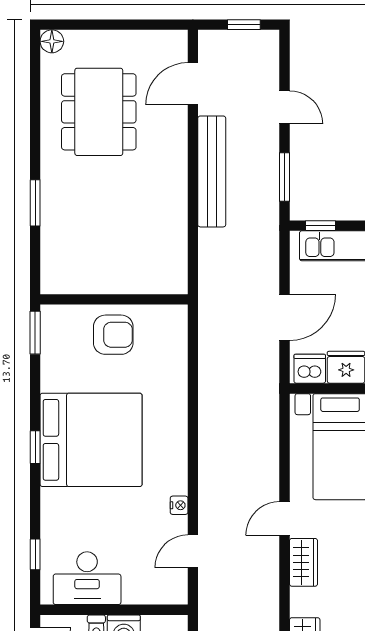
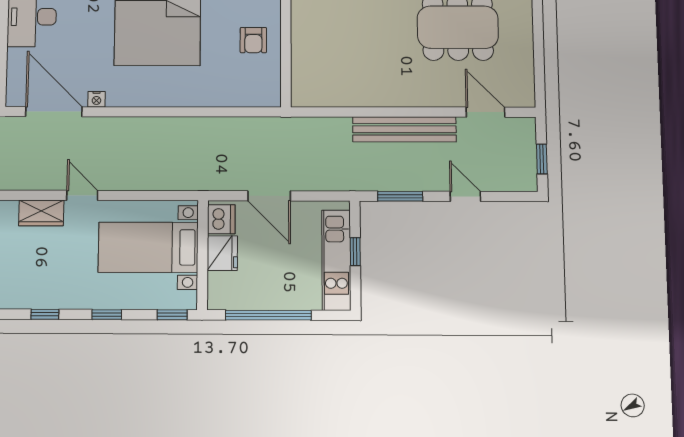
door: (284, 107) -> (465, 196), swing flipped
window: (320, 226) -> (355, 252), moved
armchair: (113, 335) -> (253, 40), width x0.72, depth x0.72
door: (193, 551) -> (54, 112), width x1.88

